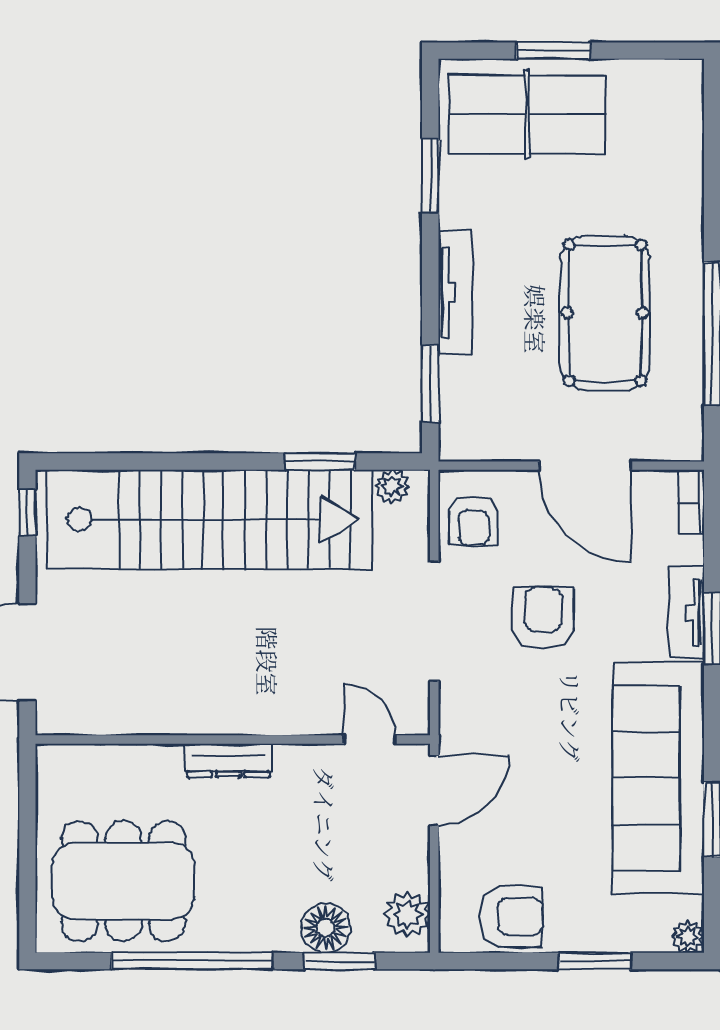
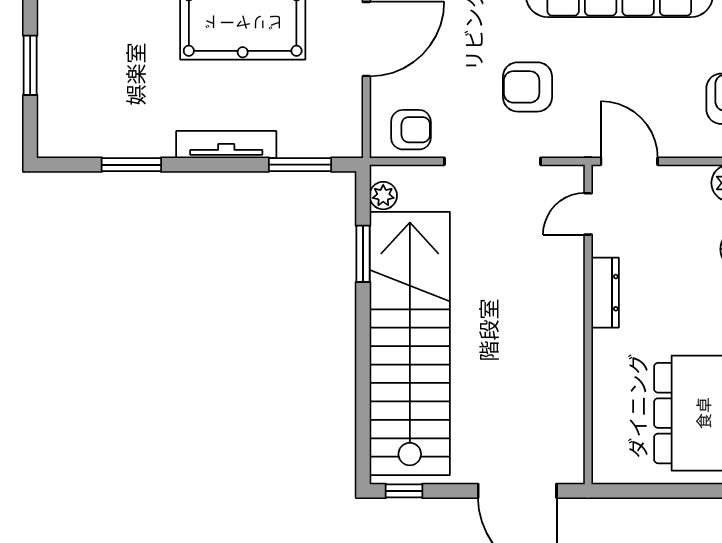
table tennis table: (527, 114) -> (82, 86), removed
armchair: (543, 618) -> (527, 87), moved
dresser: (228, 760) -> (605, 293), moved

